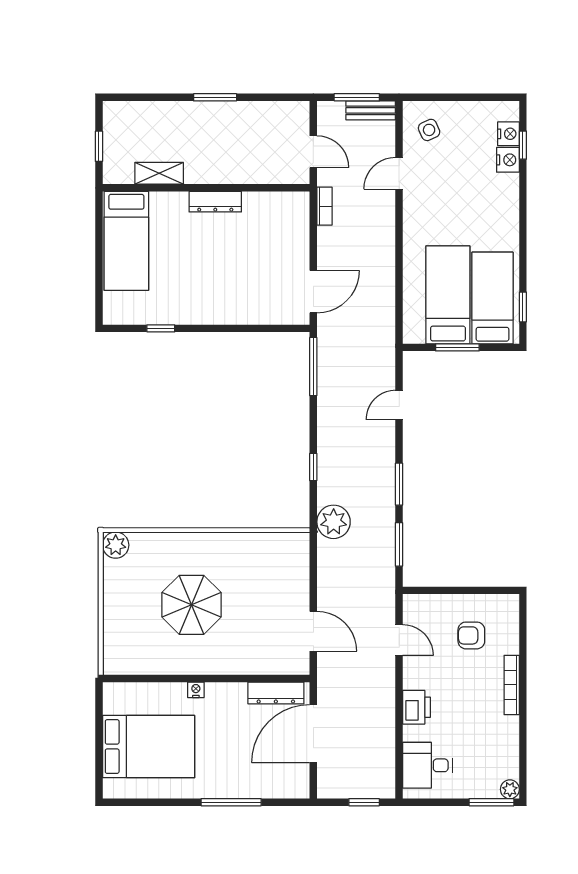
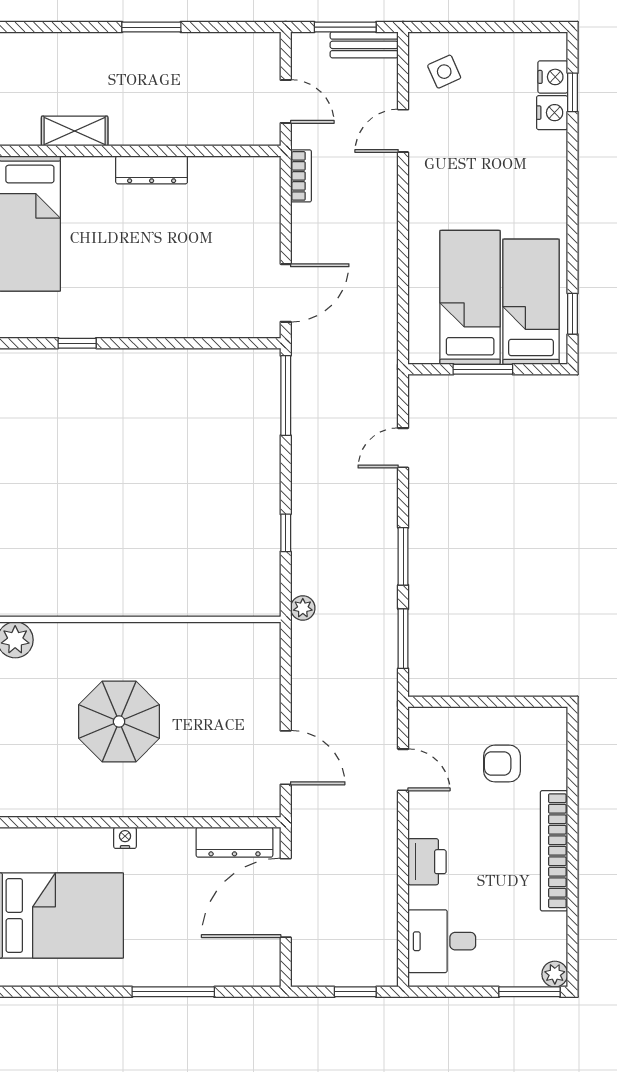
plant: (334, 522) -> (303, 608), width x0.53, depth x0.53
bookcase: (512, 685) -> (554, 851), width x1.48, depth x1.31

